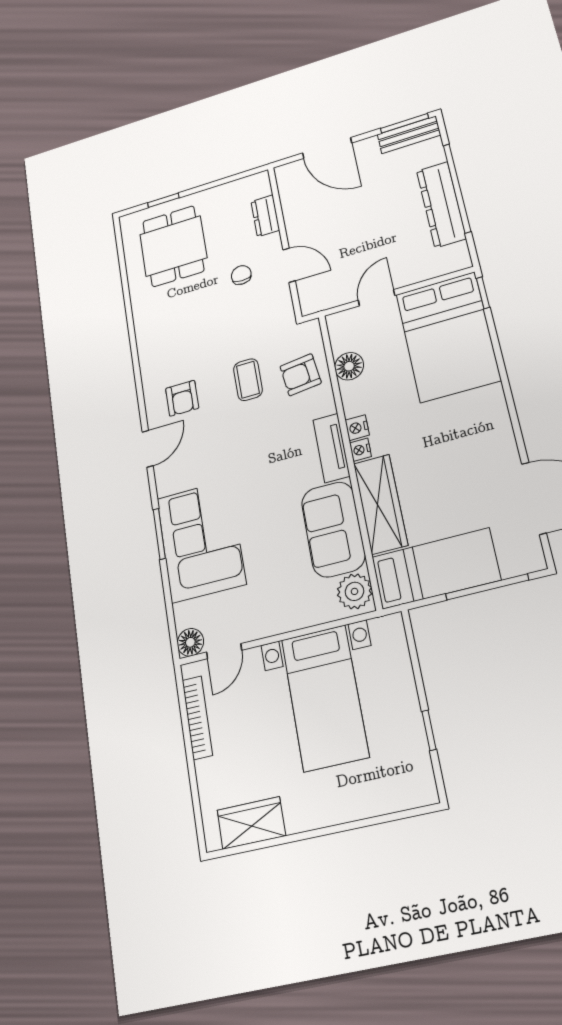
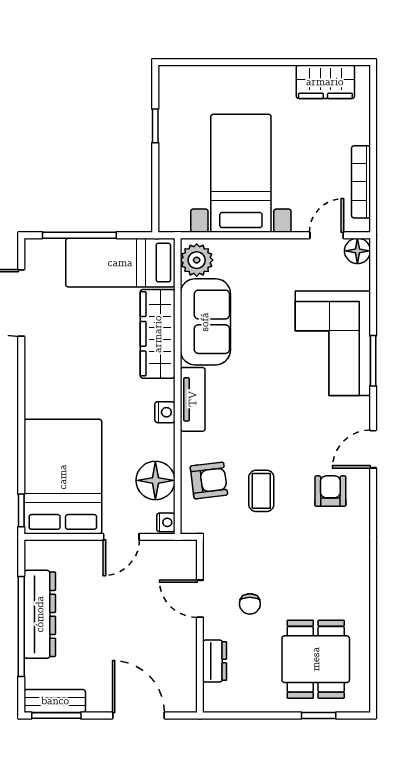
floor lamp: (349, 366) -> (155, 480), width x1.38, depth x1.38
nightstand: (360, 450) -> (166, 522), moved

